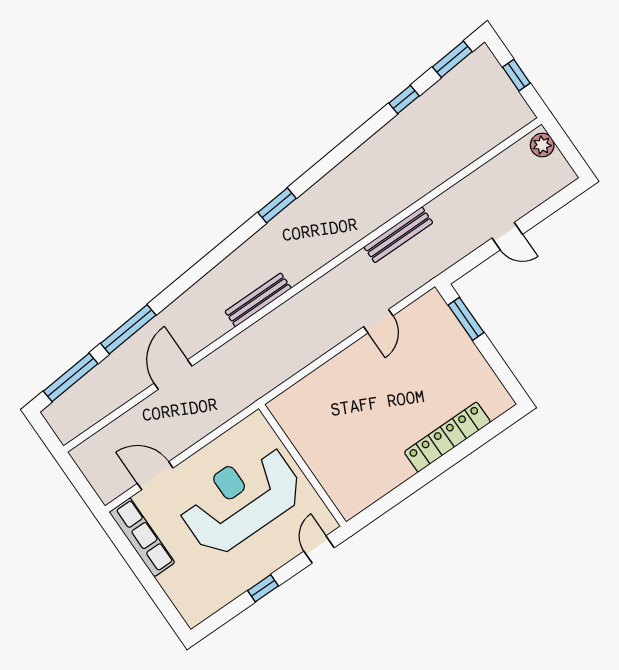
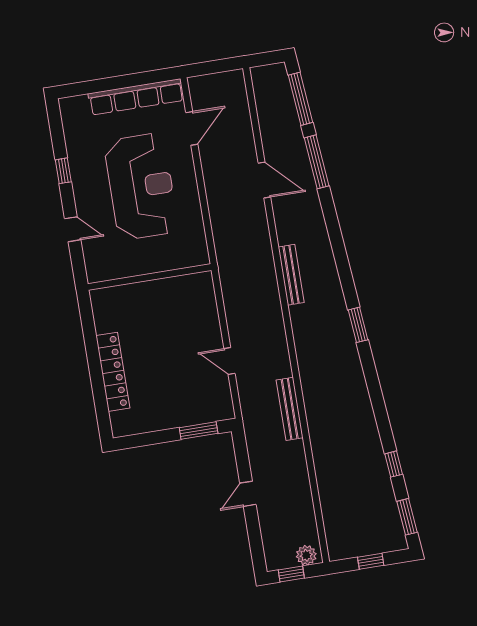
window: (569, 151) -> (291, 574), added
wall: (302, 465) -> (150, 277), moved
row of seats: (142, 537) -> (136, 97), width x1.36

